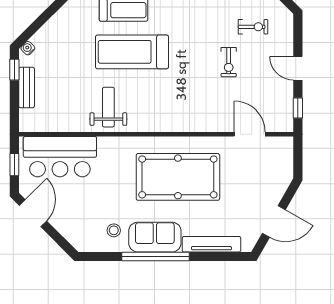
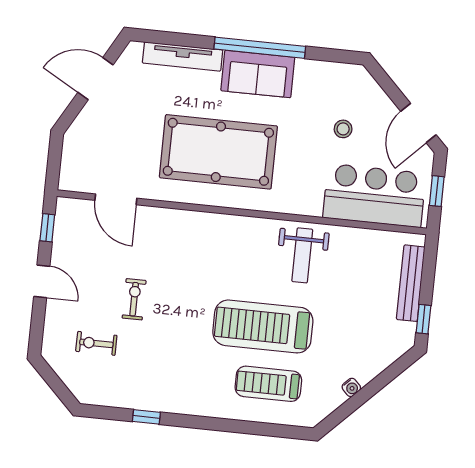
water cooler: (28, 48) -> (351, 387), moved
treadmill: (132, 52) -> (263, 326), turned 180
bench: (27, 88) -> (411, 283), width x1.36
stool: (114, 230) -> (343, 129), moved

